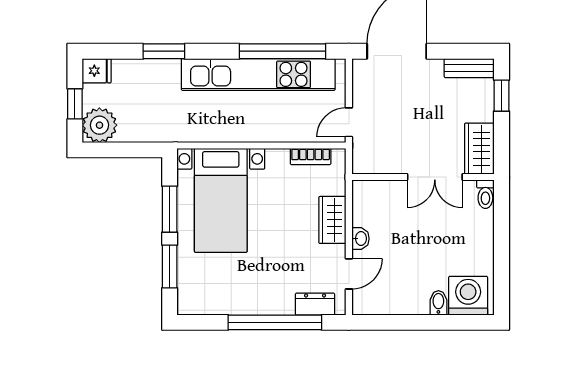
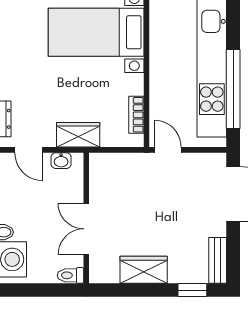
wall: (423, 177) -> (86, 218), moved
double door: (435, 177) -> (86, 229), moved
toilet: (485, 194) -> (71, 275), moved

